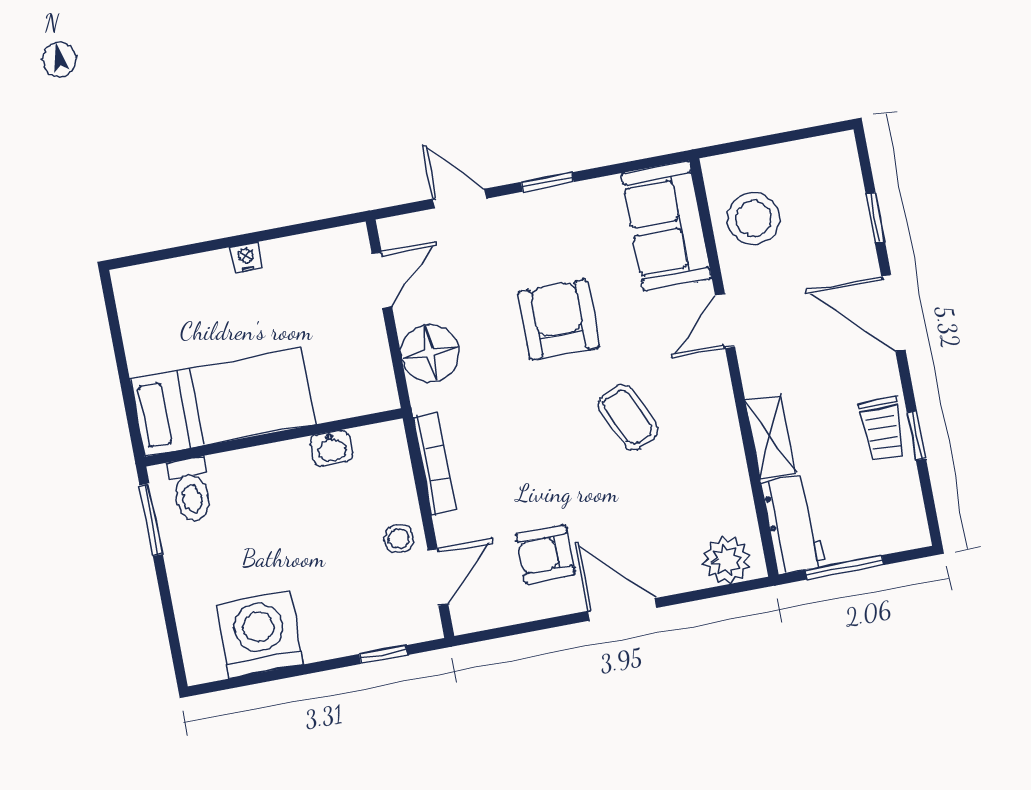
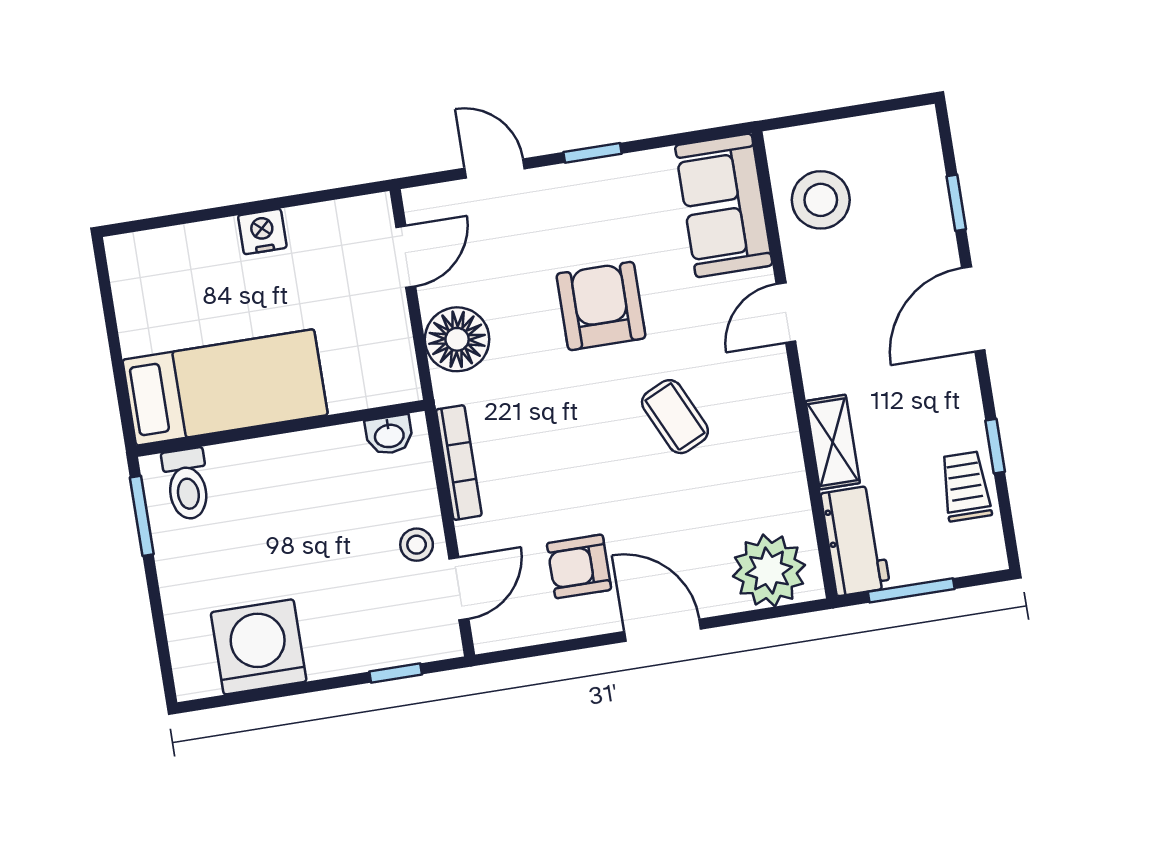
nightstand: (246, 257) -> (262, 232), width x1.39, depth x1.35
door: (893, 313) -> (973, 309), hinge flipped
trolley: (883, 429) -> (966, 486), moved, turned 180
washbasin: (331, 448) -> (389, 435), moved
plant: (726, 560) -> (769, 571), width x1.36, depth x1.36

